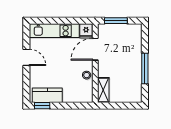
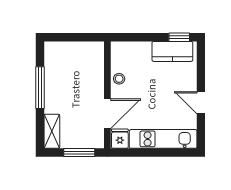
shelving: (103, 90) -> (52, 131), moved

